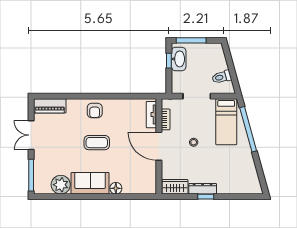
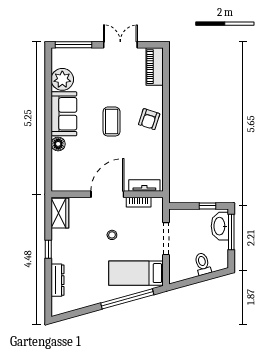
washbasin: (179, 59) -> (220, 226), moved, turned 90
toilet: (222, 77) -> (203, 264), moved
armchair: (95, 111) -> (149, 119), turned -72
dresser: (203, 189) -> (58, 280), moved

